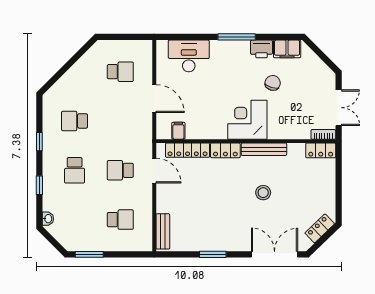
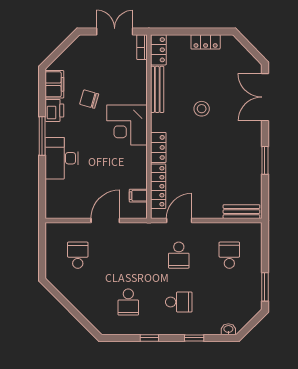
desk: (189, 56) -> (62, 158), moved
bench: (264, 149) -> (157, 89), moved
locker: (320, 228) -> (206, 42), moved, turned -46

